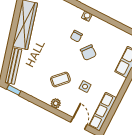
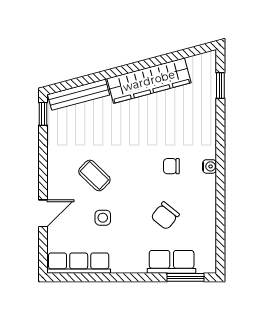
chair: (88, 53) -> (165, 216), moved
plant: (56, 103) -> (55, 187), removed
door: (79, 123) -> (43, 213), moved

